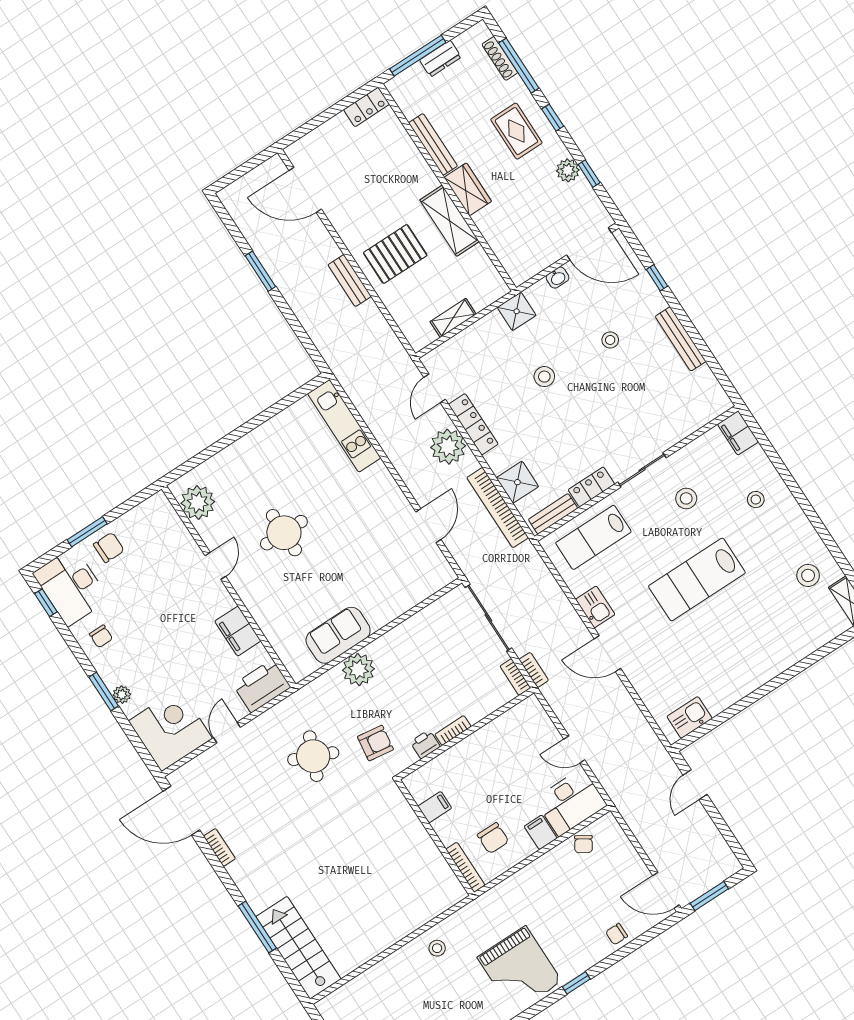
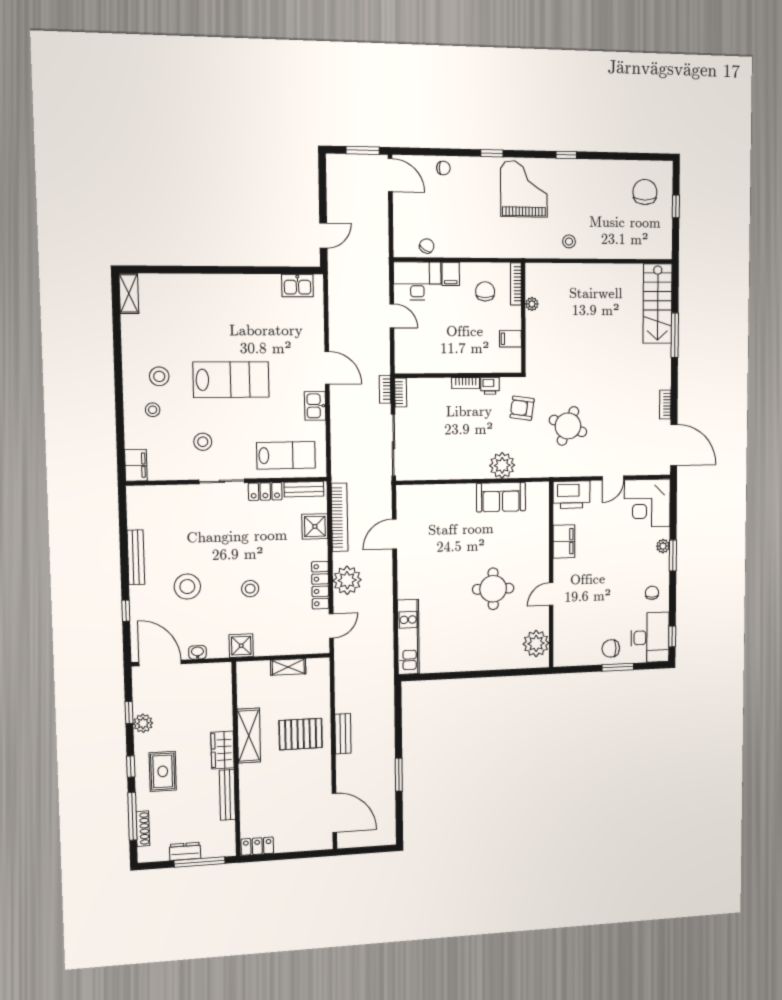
stool: (610, 340) -> (187, 587), width x1.89, depth x1.89
stool: (808, 575) -> (159, 376), moved
plant: (435, 858) -> (532, 304), added

